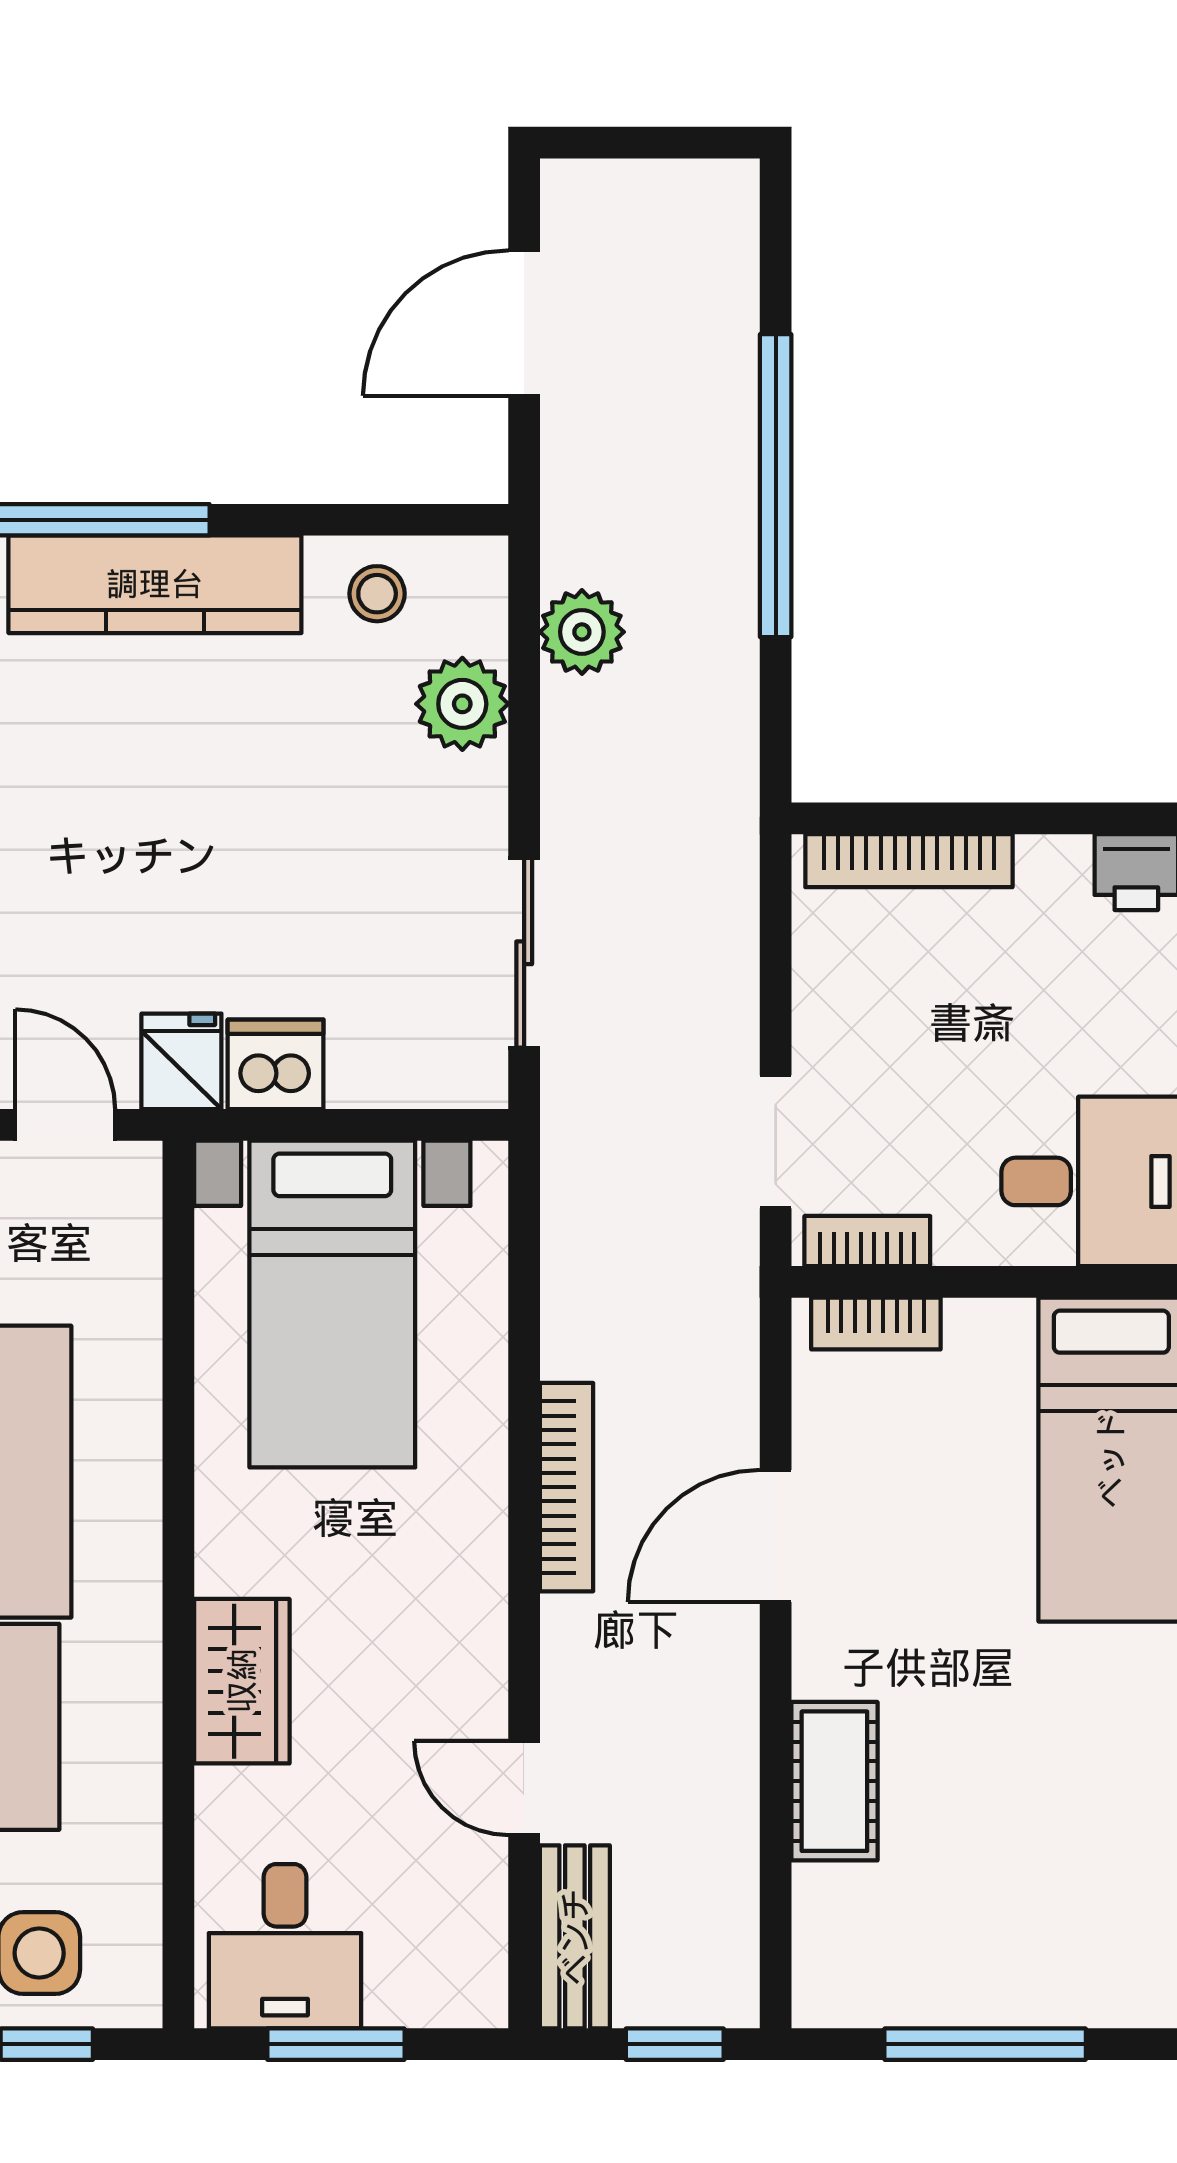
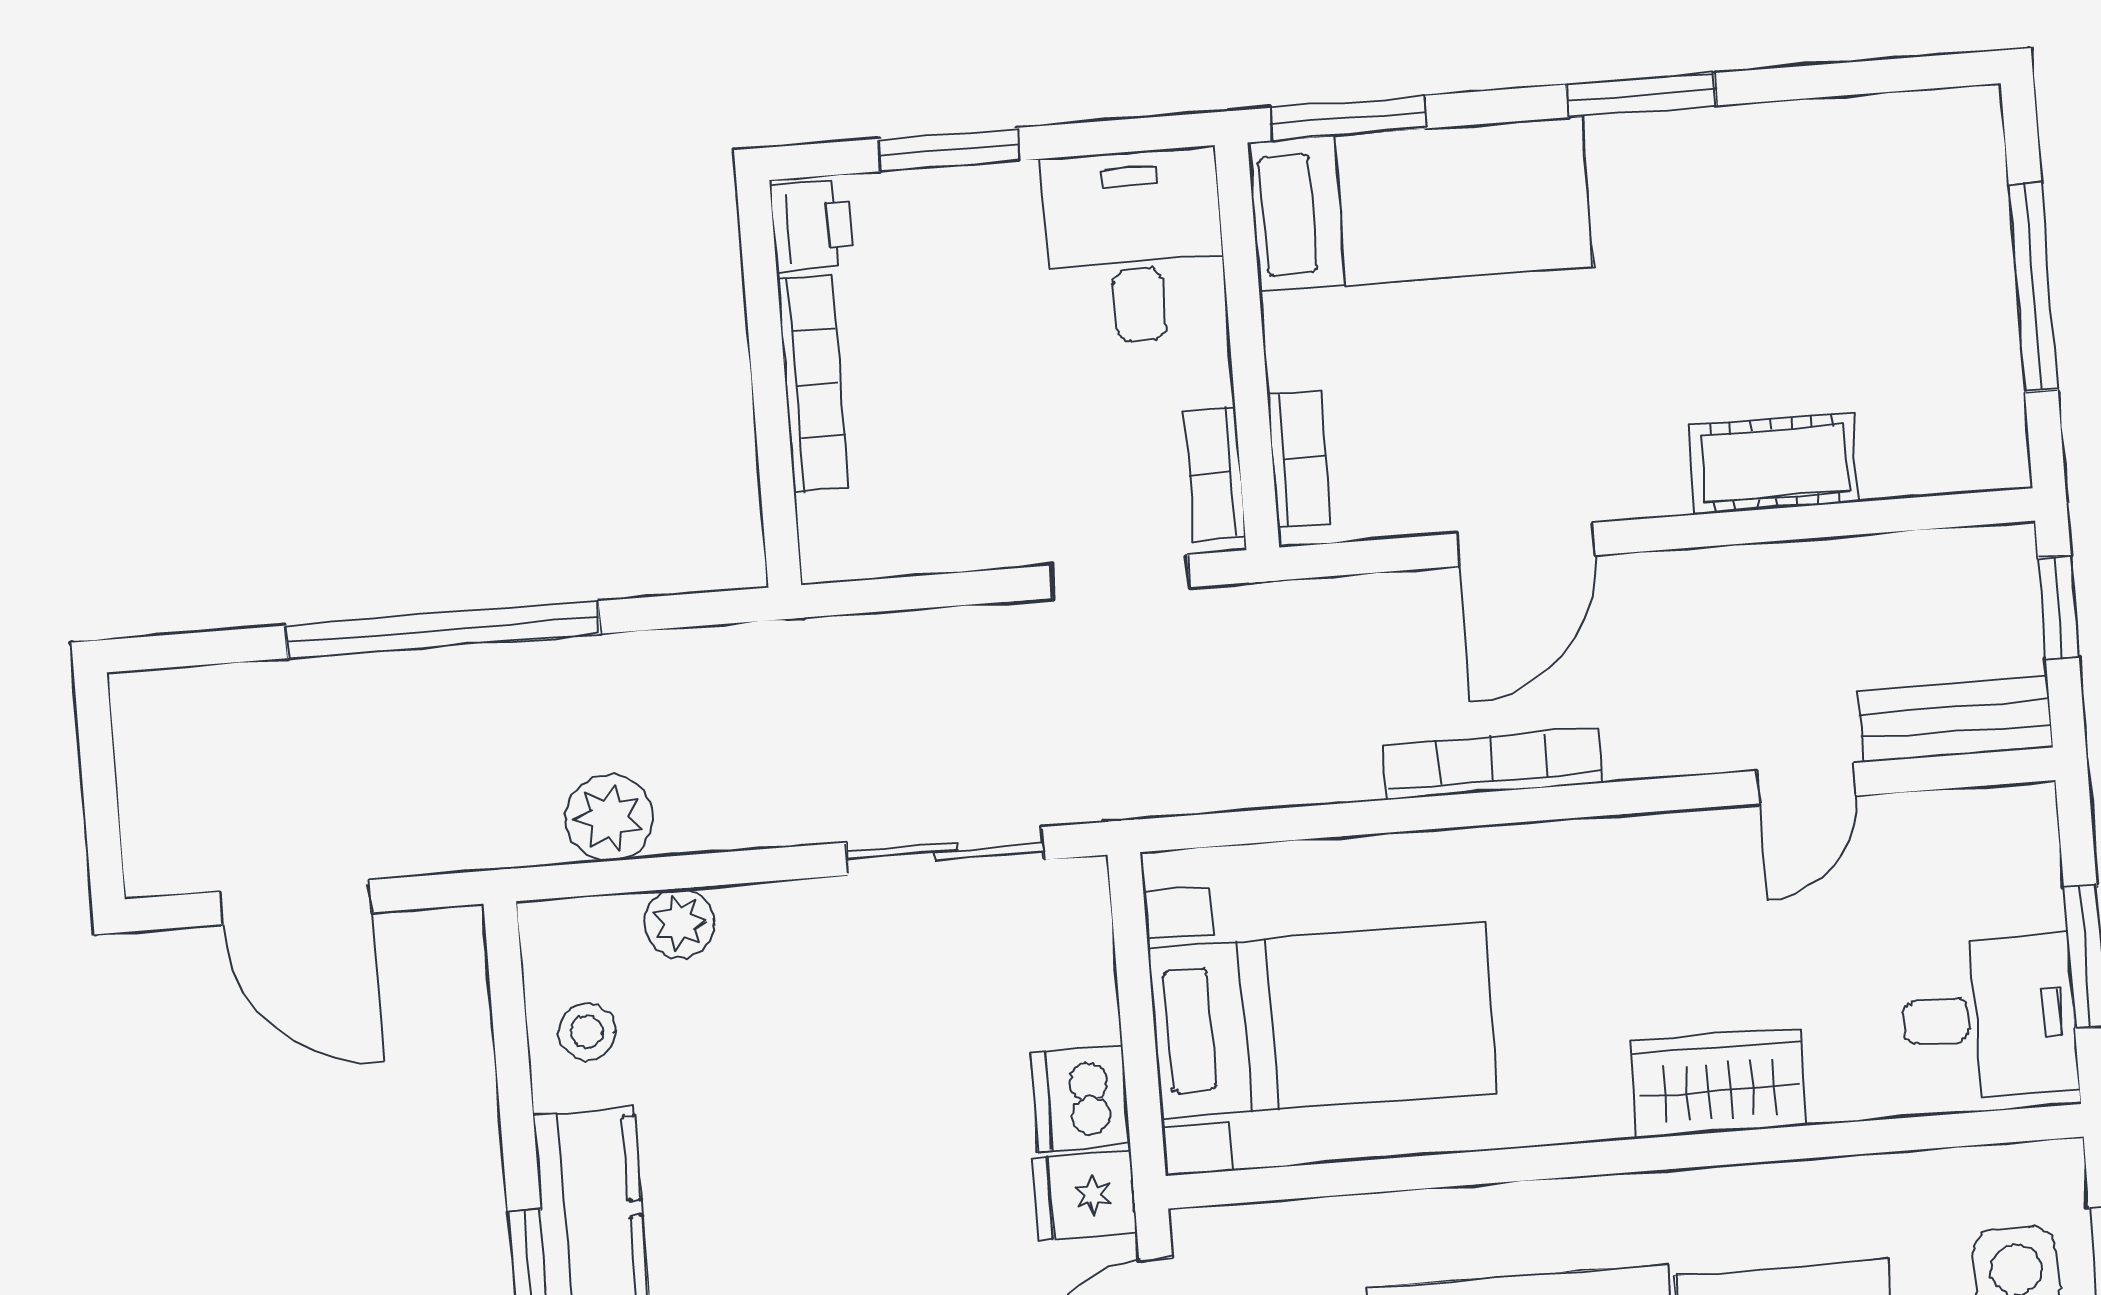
plant: (462, 704) -> (679, 923), width x0.73, depth x0.73
bookcase: (909, 861) -> (813, 384), moved
door: (776, 1536) -> (1526, 544), hinge flipped

